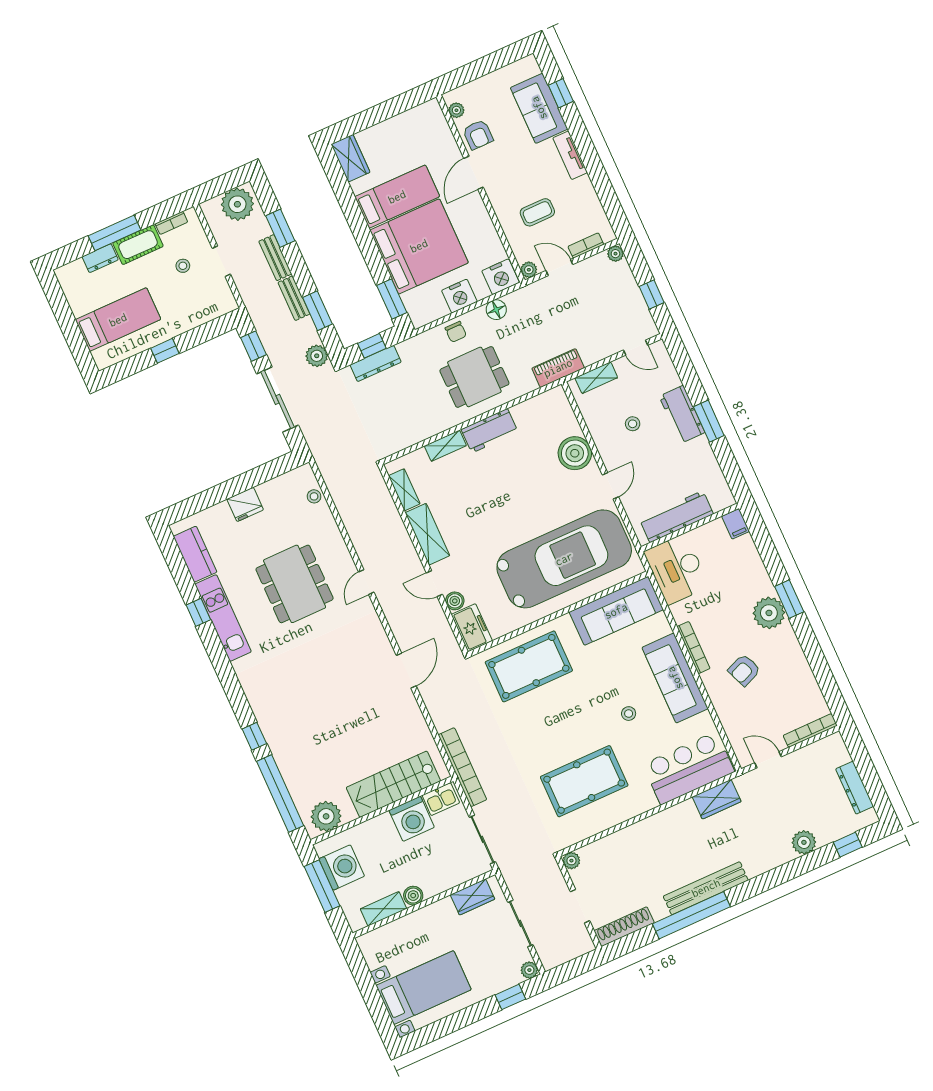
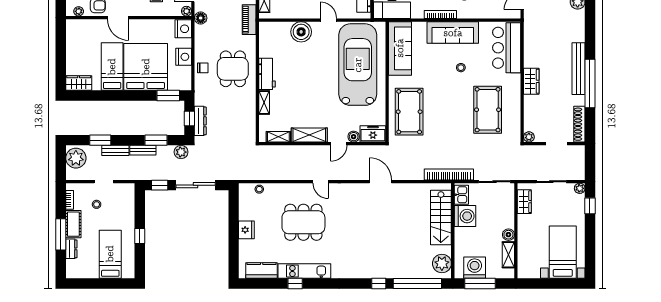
floor lamp: (496, 310) -> (201, 18), moved
wardrobe: (717, 799) -> (531, 81), moved

